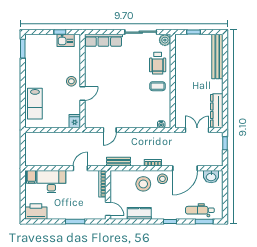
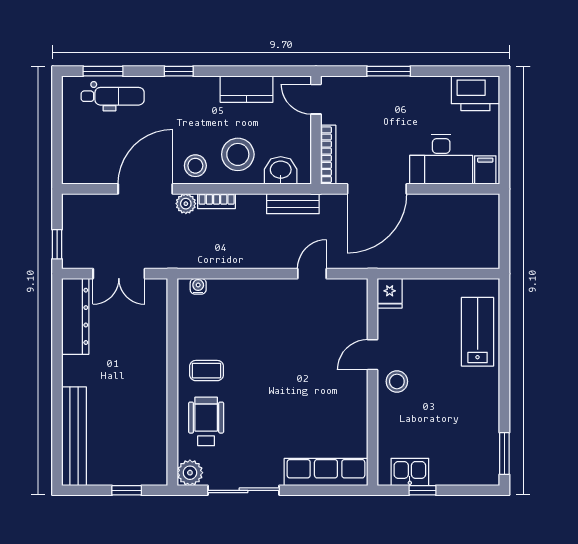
plant: (167, 162) -> (186, 204), added
door: (80, 168) -> (377, 189), width x1.88
washbasin: (211, 177) -> (281, 170), moved

